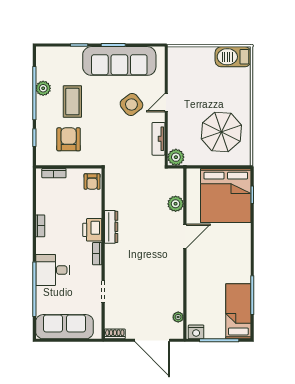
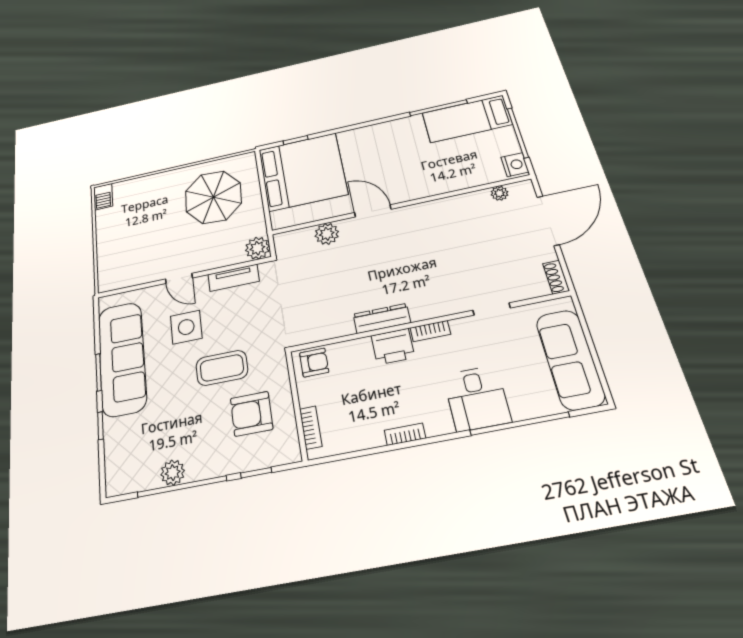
barbecue: (233, 57) -> (103, 197), width x0.53, depth x0.65
coffee table: (72, 102) -> (222, 368), moved
side table: (131, 104) -> (186, 327), turned 38

